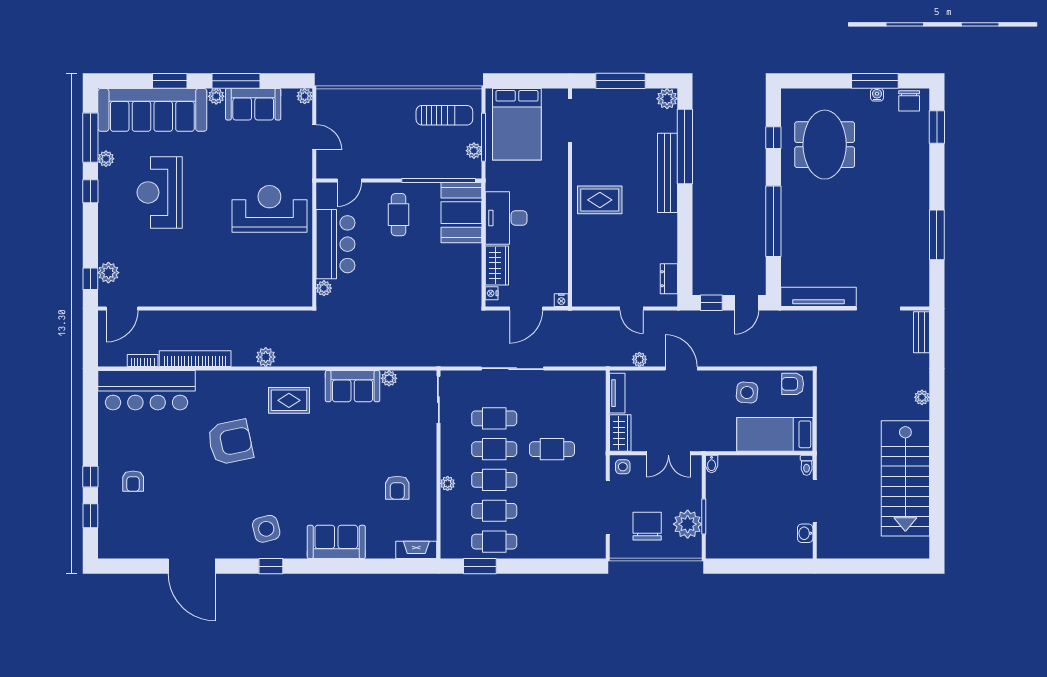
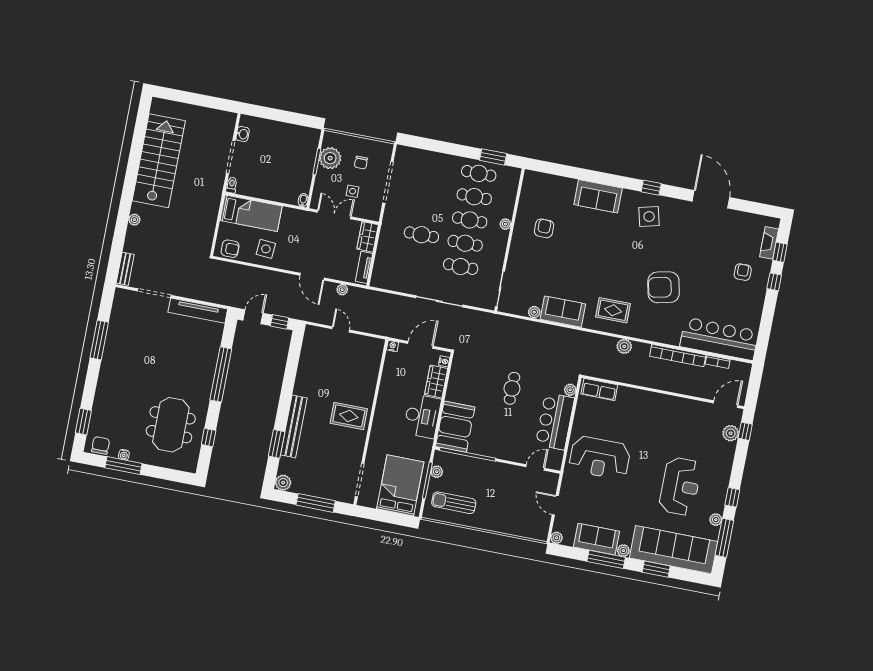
window: (685, 146) -> (277, 444), width x0.47
cafe table: (399, 215) -> (512, 388), moved
dresser: (669, 279) -> (308, 346), removed
row of seats: (287, 296) -> (599, 389), added
side table: (623, 467) -> (353, 191), moved
chair: (647, 526) -> (361, 163), width x0.54, depth x0.54
fireplace: (416, 550) -> (769, 243), moved, turned 90

